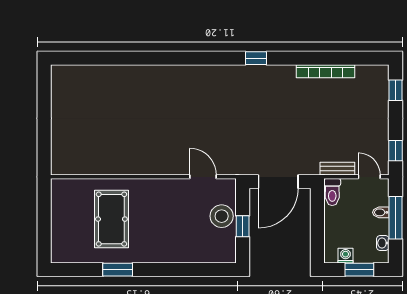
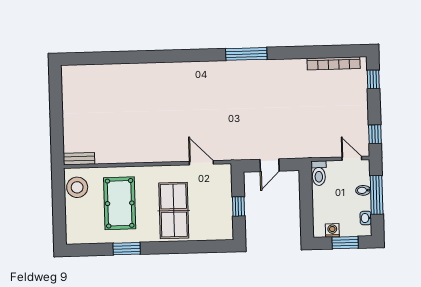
window: (256, 58) -> (246, 54), width x2.17
bookcase: (325, 71) -> (334, 63), moved
bench: (337, 169) -> (79, 159), moved
door: (278, 182) -> (270, 165), width x0.53
stool: (222, 216) -> (77, 187), moved
table tennis table: (171, 229) -> (174, 210), added

